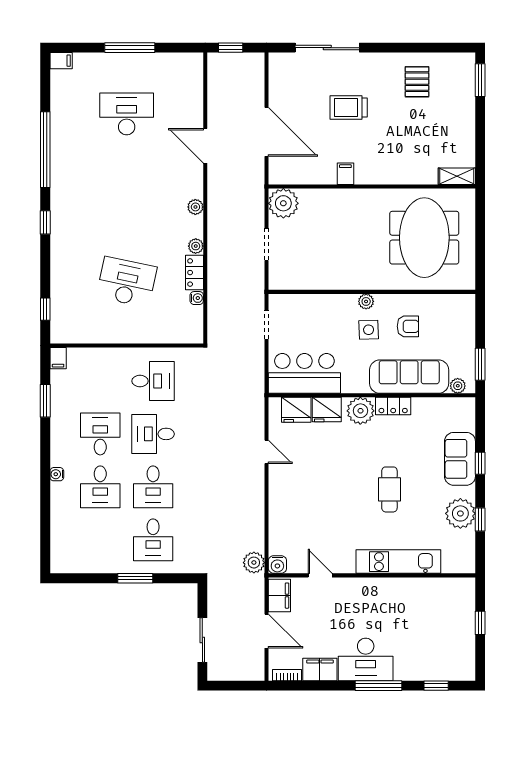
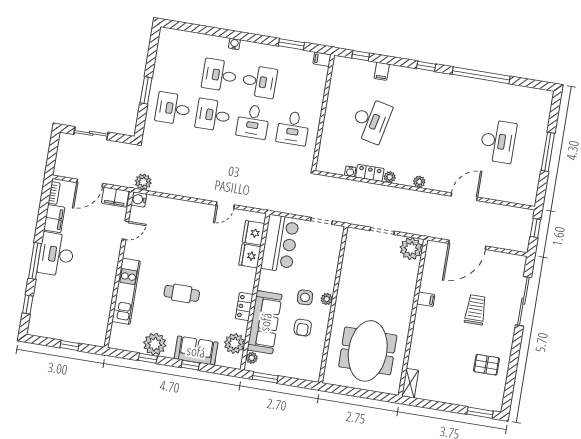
filing cabinet: (61, 61) -> (382, 71), moved
meeting table: (424, 238) -> (368, 351), turned 90
plant: (360, 411) -> (235, 343), moved
desk: (153, 434) -> (253, 122), turned 180

